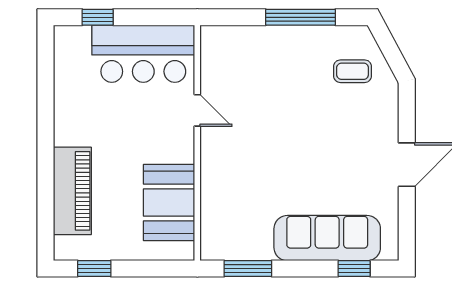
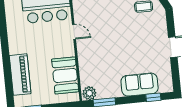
sofa: (327, 238) -> (140, 85), width x0.73
plant: (217, 246) -> (89, 93), added

